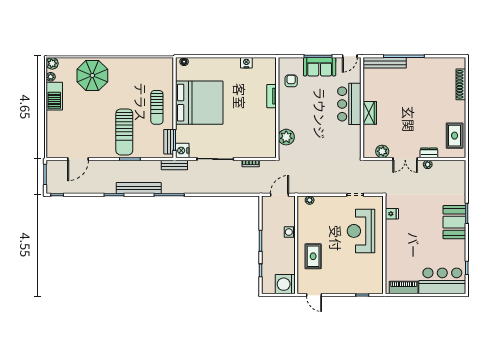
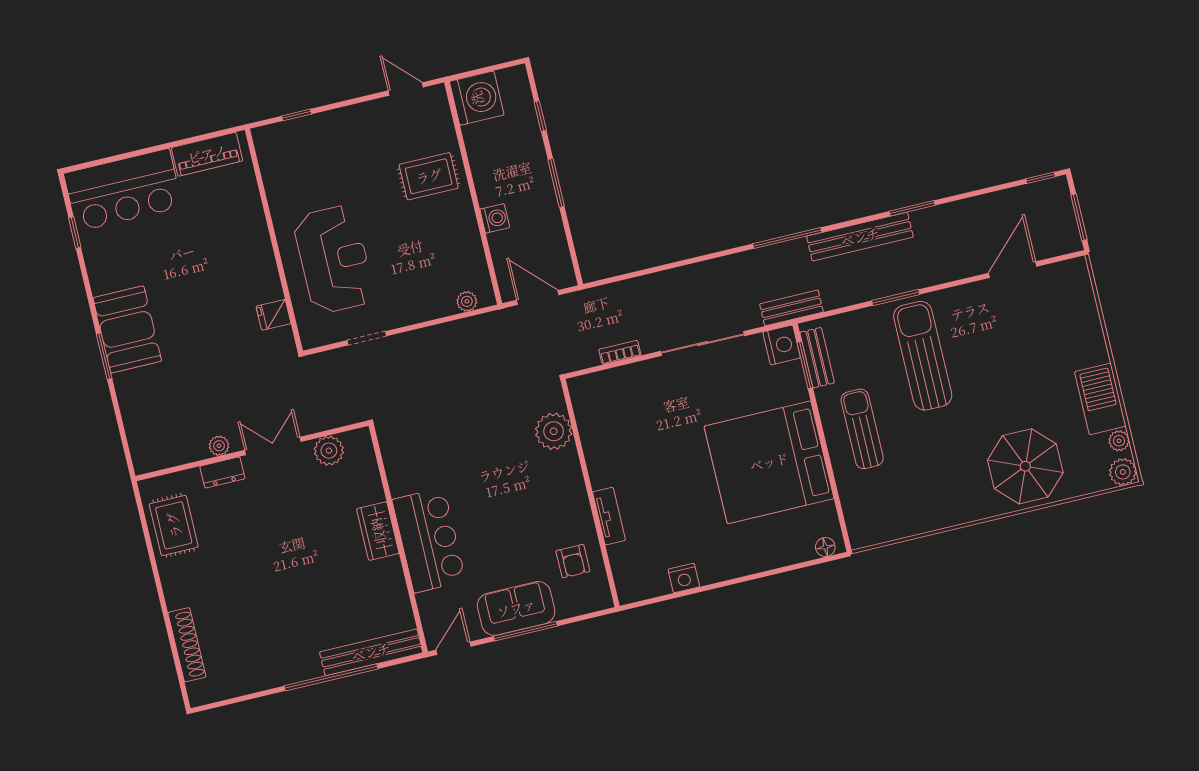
door: (280, 195) -> (538, 297), swing flipped
rug: (313, 256) -> (429, 176), turned 90

